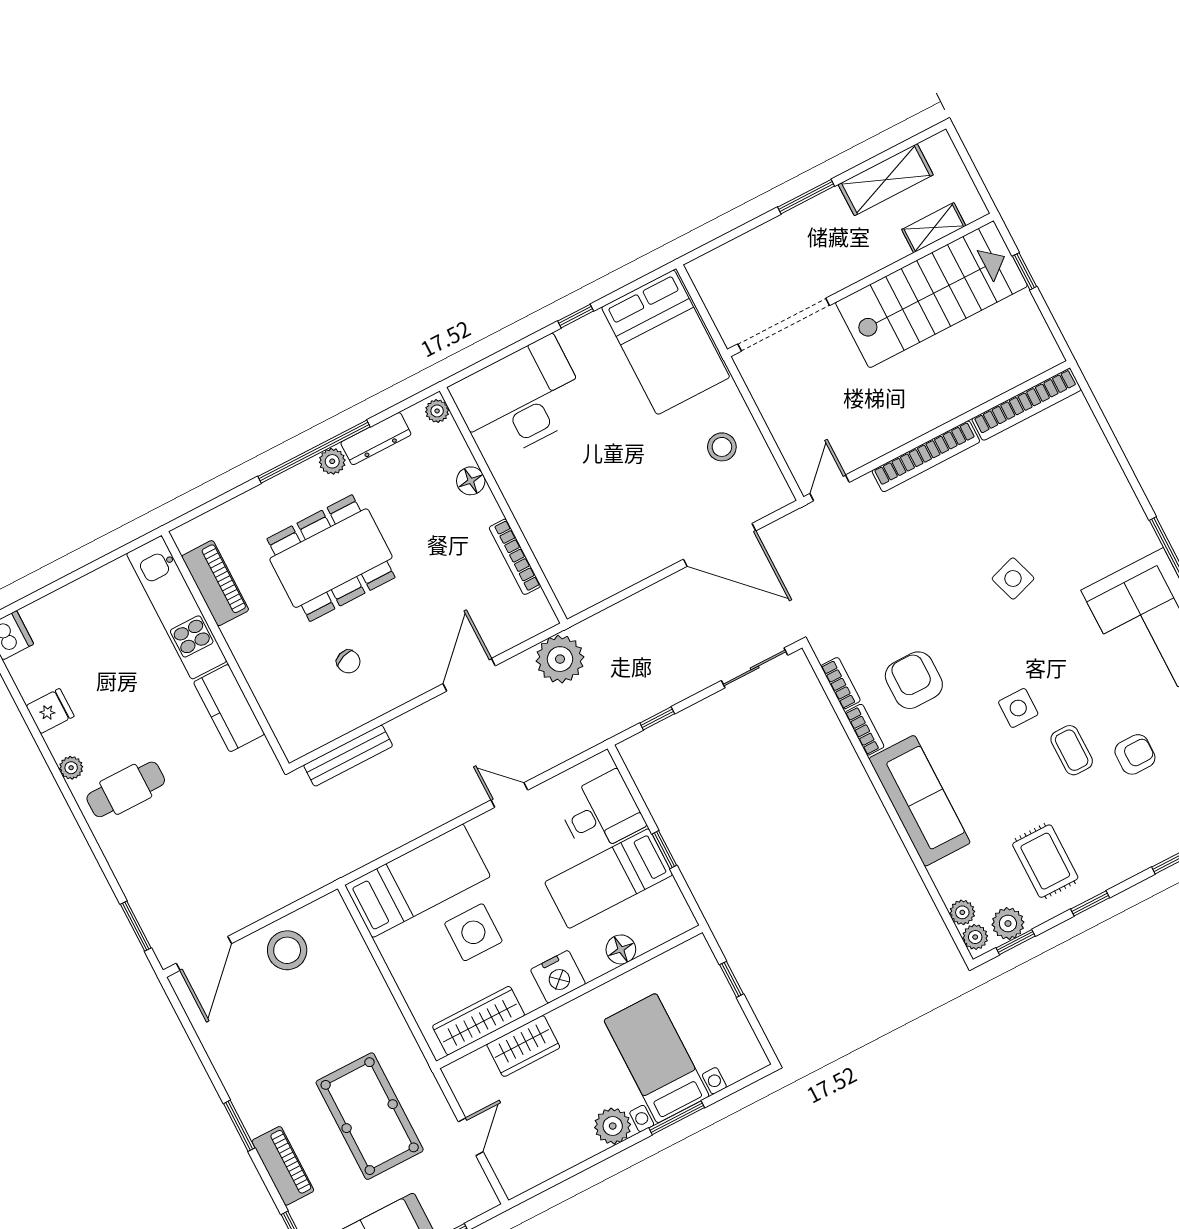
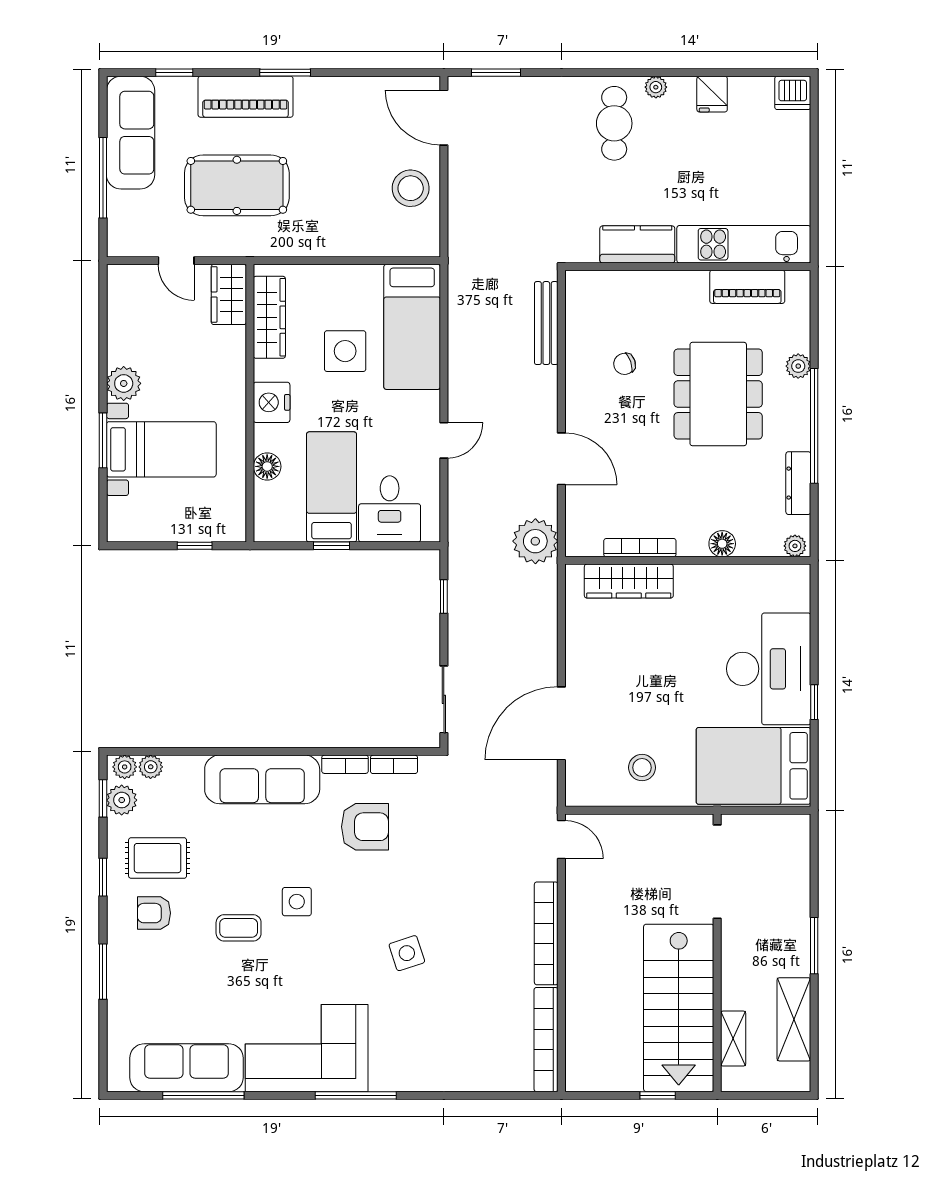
desk: (520, 399) -> (769, 669), moved
plant: (332, 461) -> (798, 366), moved
wardrobe: (552, 551) -> (629, 581), added
armchair: (1135, 754) -> (154, 913), moved, turned 90
wardrobe: (523, 1046) -> (229, 294), moved
piano: (283, 1166) -> (246, 97), width x1.37, depth x1.33

